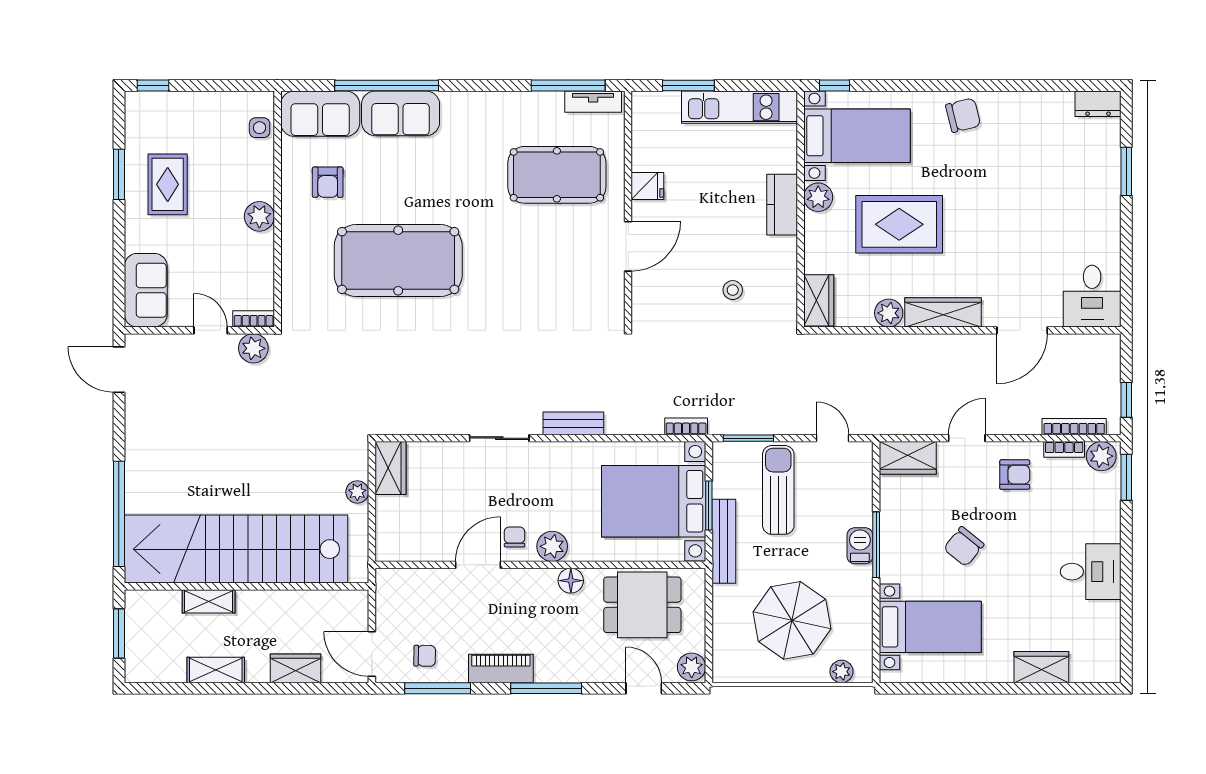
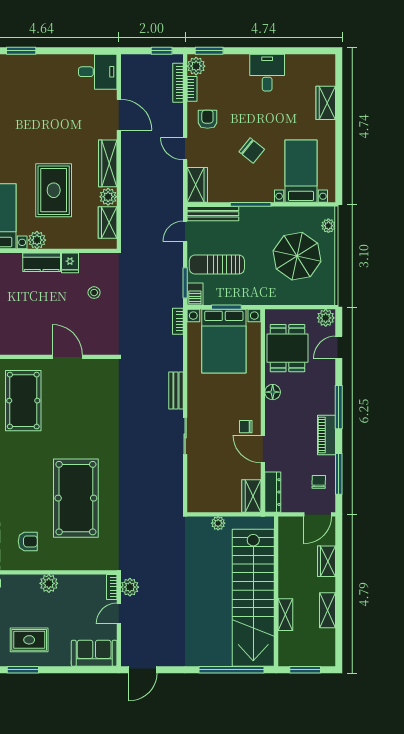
fridge: (647, 186) -> (70, 263), moved, turned 180
wardrobe: (819, 300) -> (108, 222), moved, turned -90
wardrobe: (391, 468) -> (251, 496), moved, turned -90
bench: (724, 541) -> (213, 214), moved
plant: (552, 546) -> (252, 403), removed
barbecue: (860, 546) -> (195, 294), moved, turned -90
dresser: (408, 581) -> (273, 492), added

